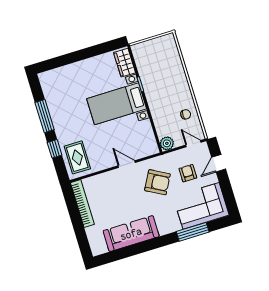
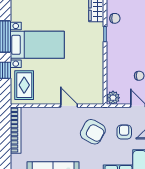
chair: (145, 66) -> (115, 18), added
bed with nightstands: (117, 104) -> (37, 45), moved, turned 180

